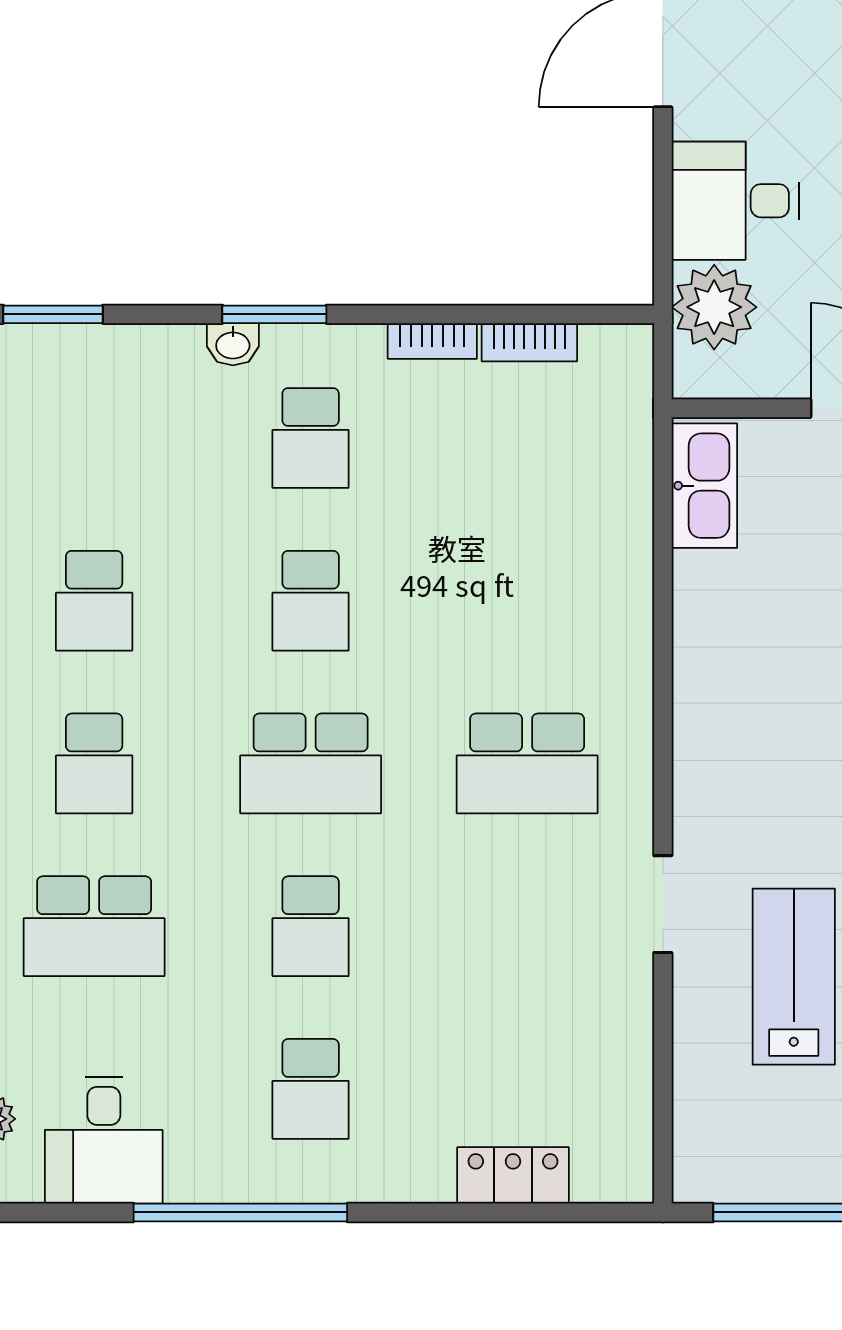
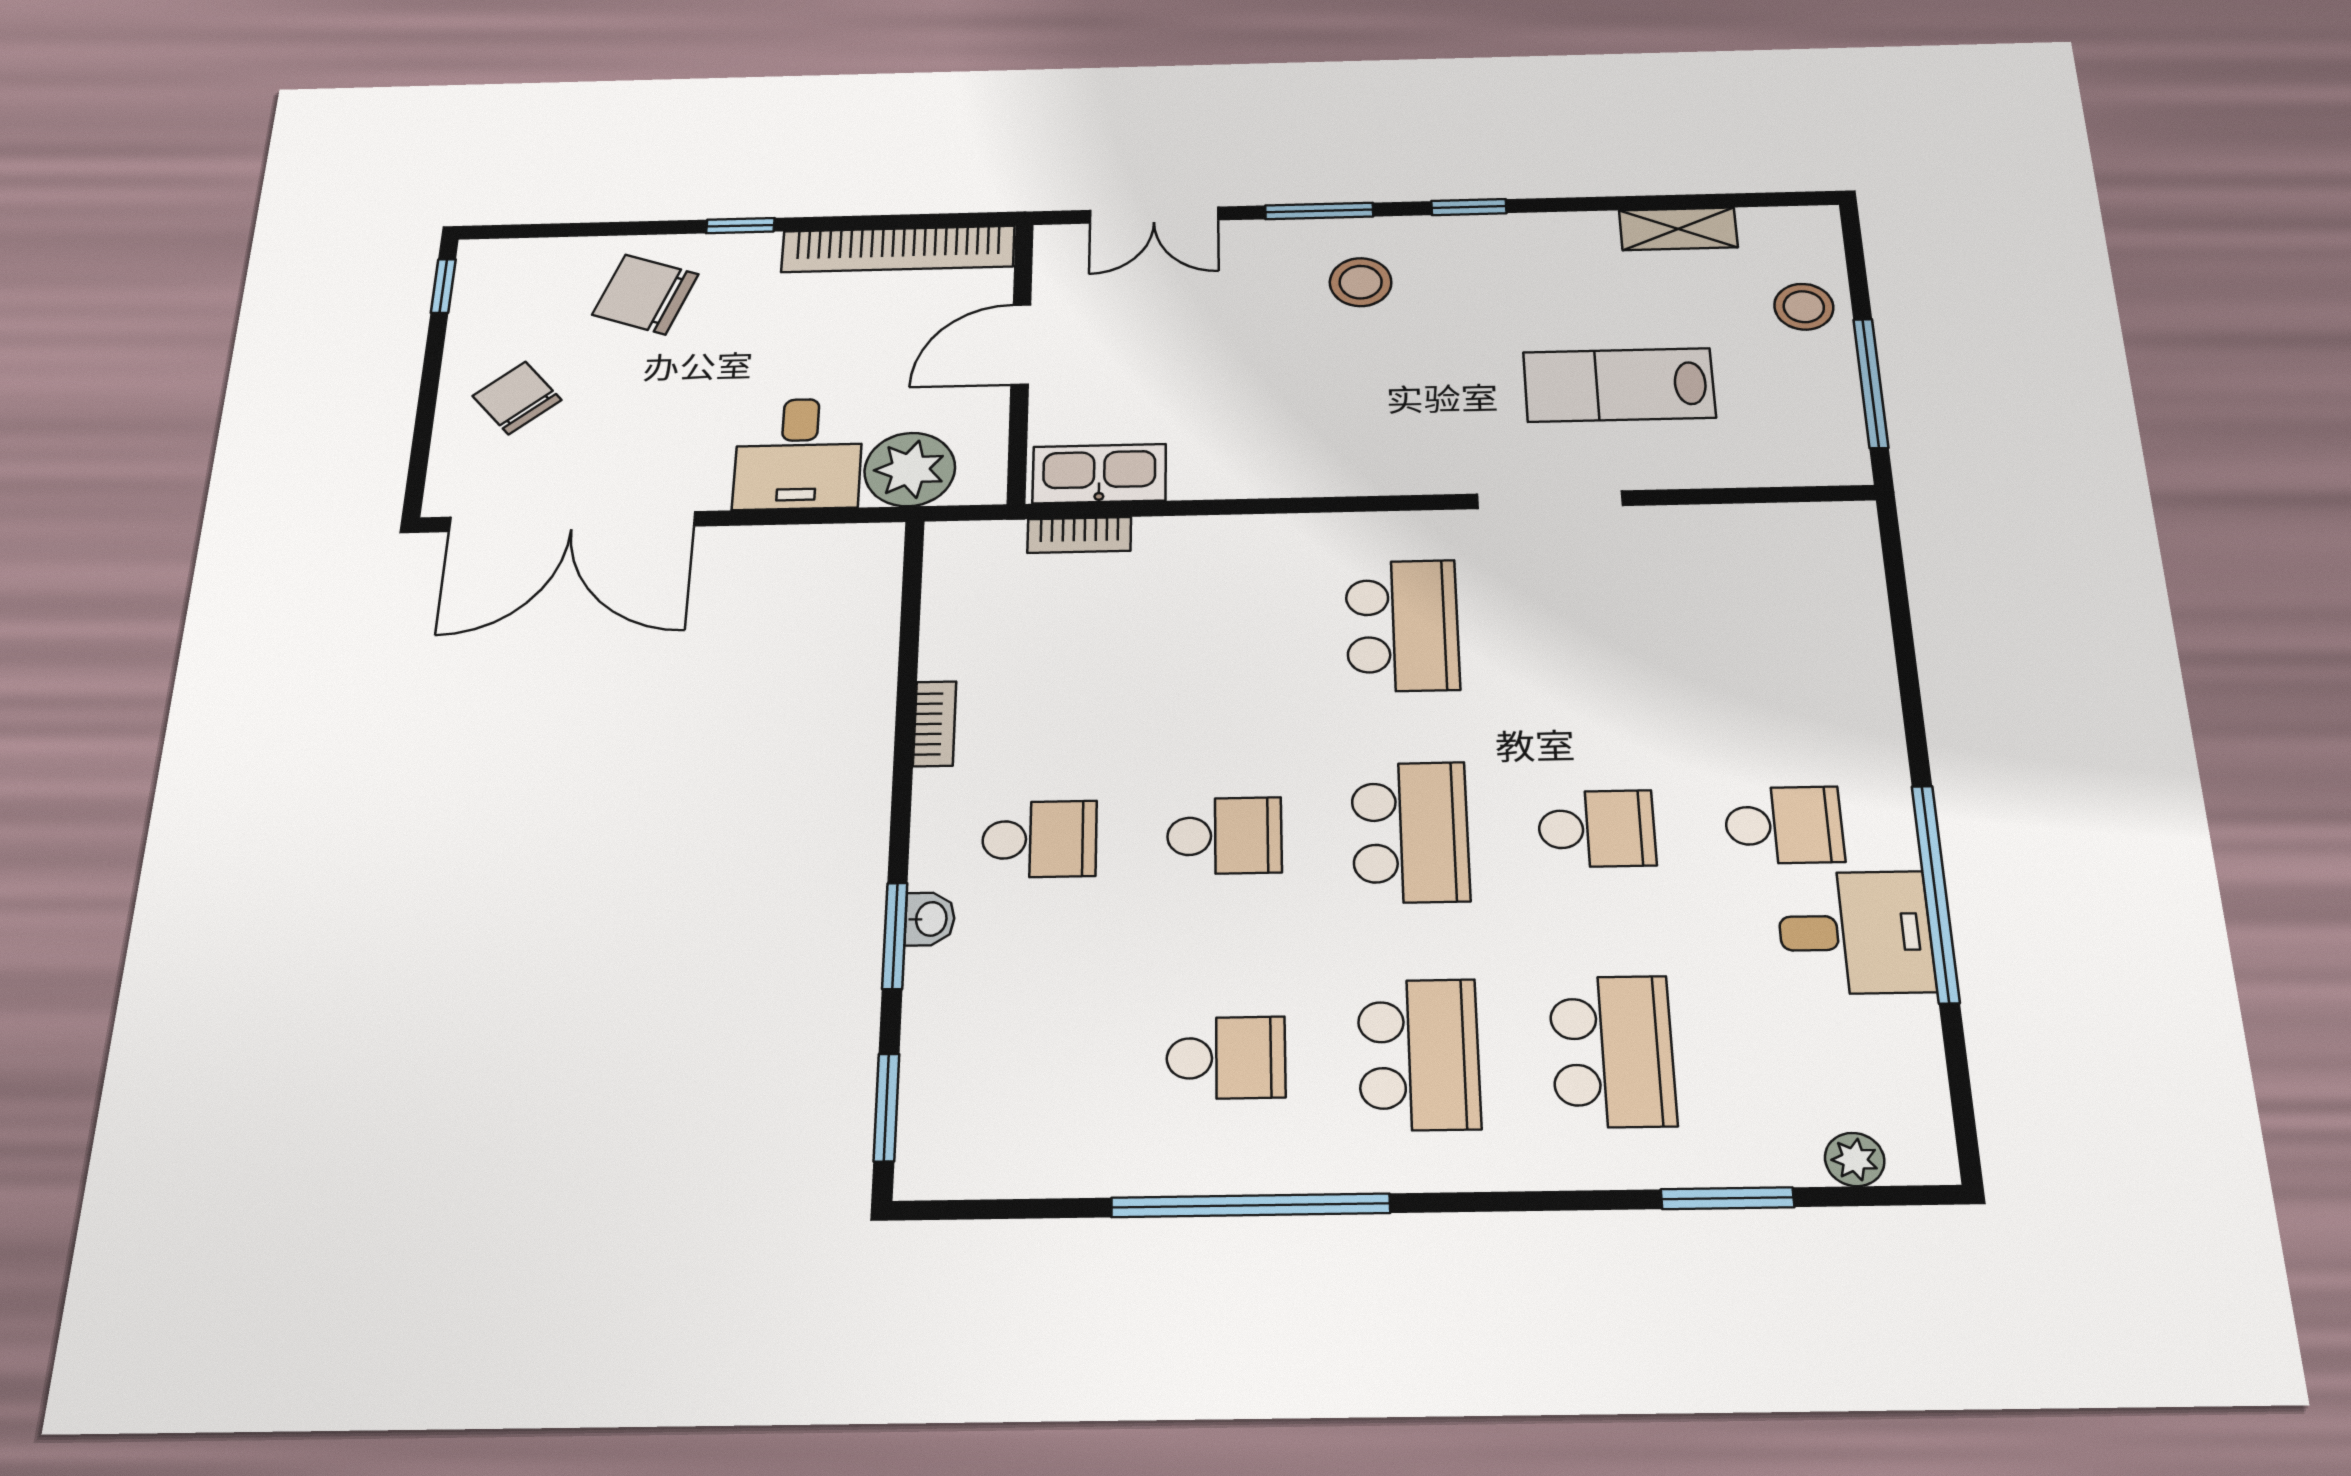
window: (274, 314) -> (895, 936), moved
bookcase: (529, 342) -> (1079, 535), moved, turned 90
school desk: (94, 763) -> (1419, 1055), width x1.85
doorway: (663, 904) -> (1550, 500), width x1.38
desk: (104, 1140) -> (1855, 932), moved
locker: (513, 1175) -> (1860, 629), removed

